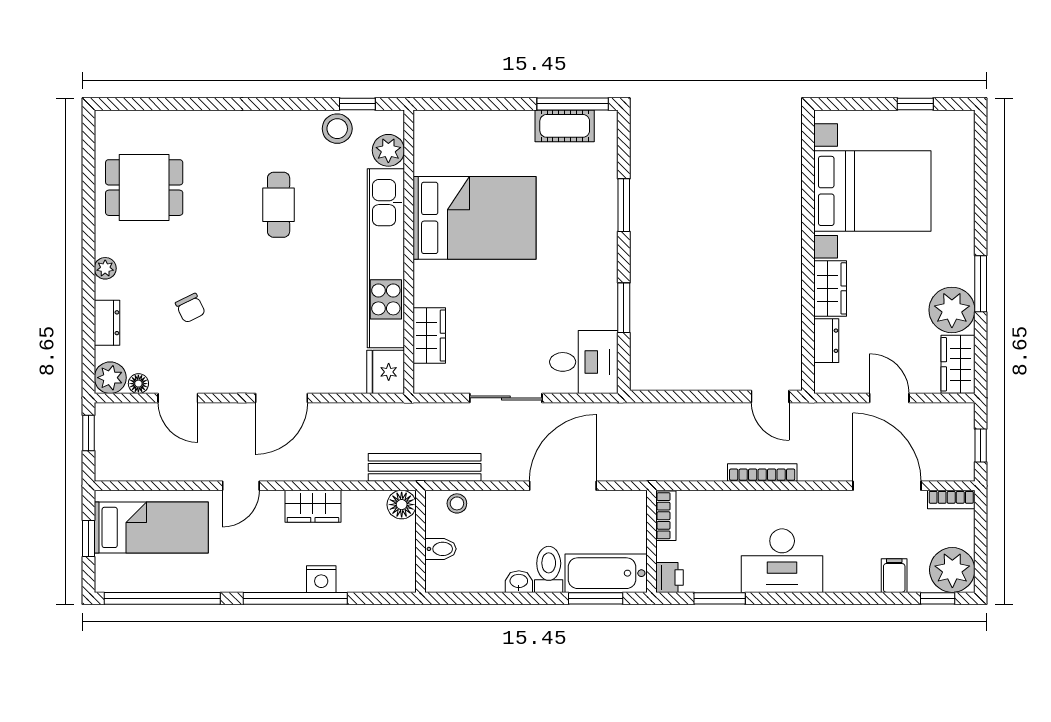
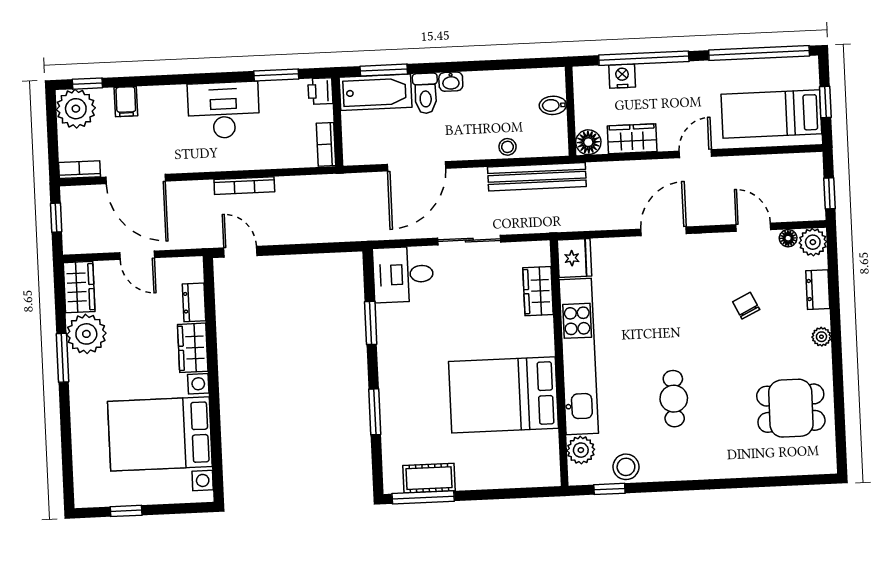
floor lamp: (402, 505) -> (588, 142), moved
wall: (420, 541) -> (571, 111), moved
bidet: (440, 549) -> (553, 105), moved

